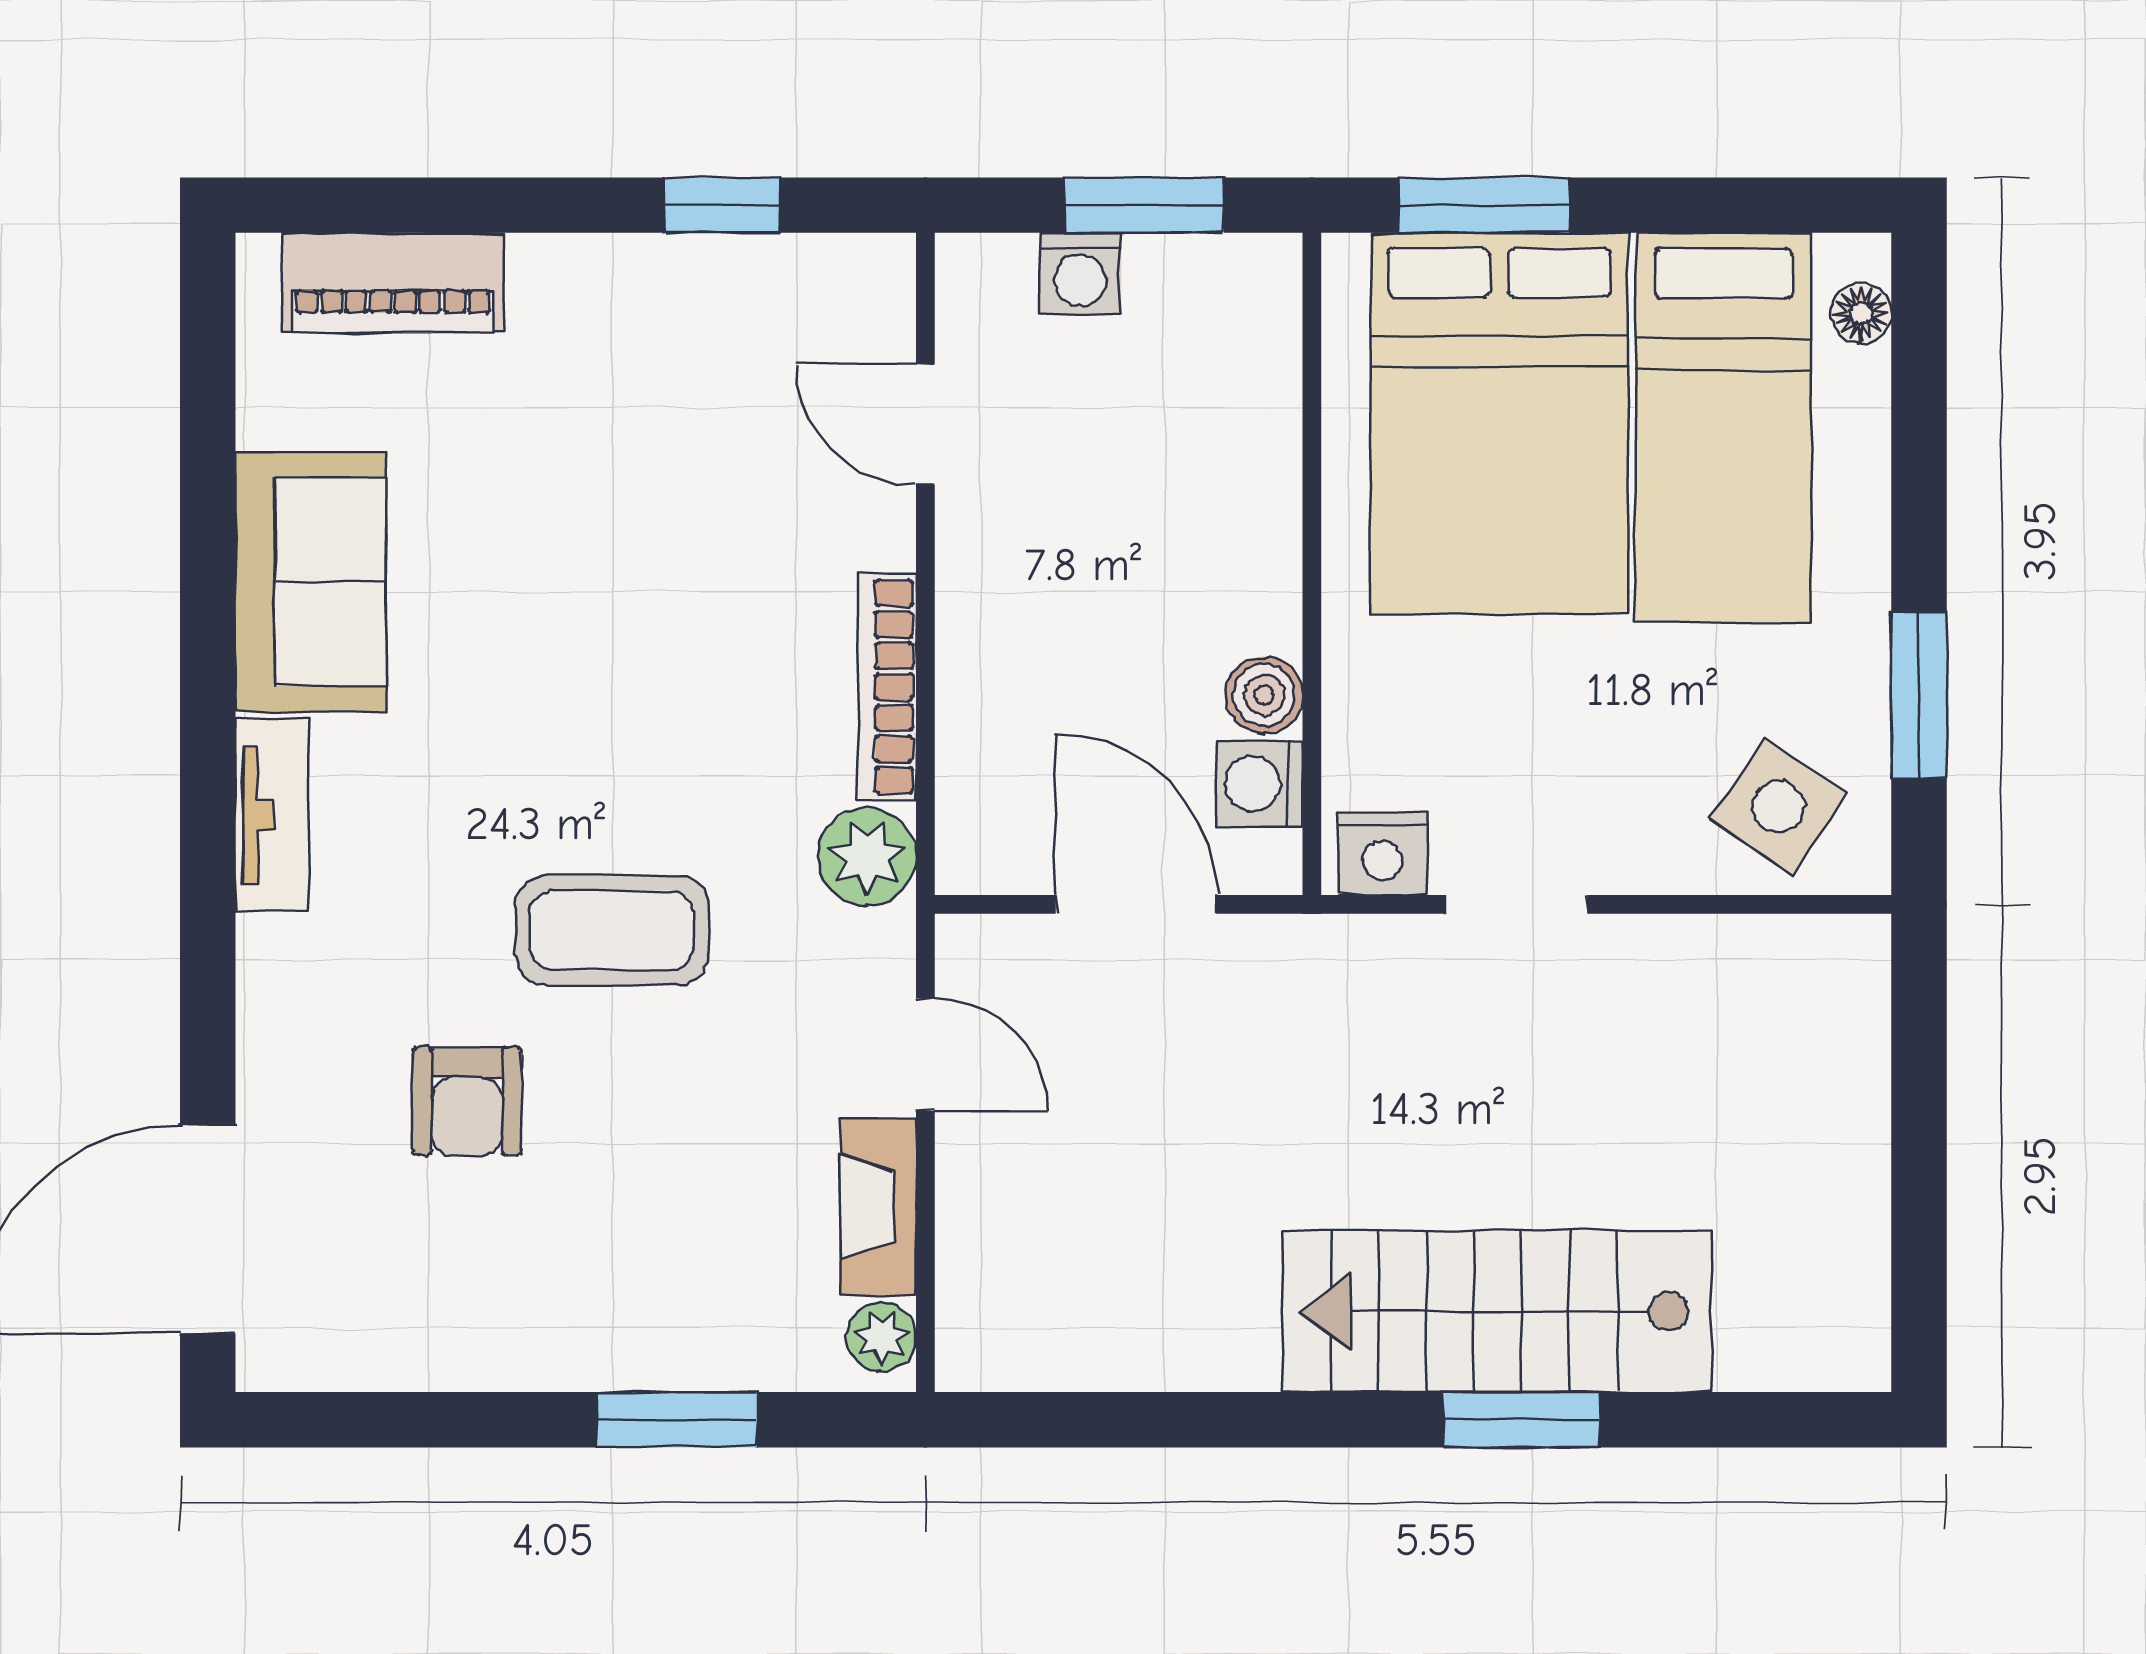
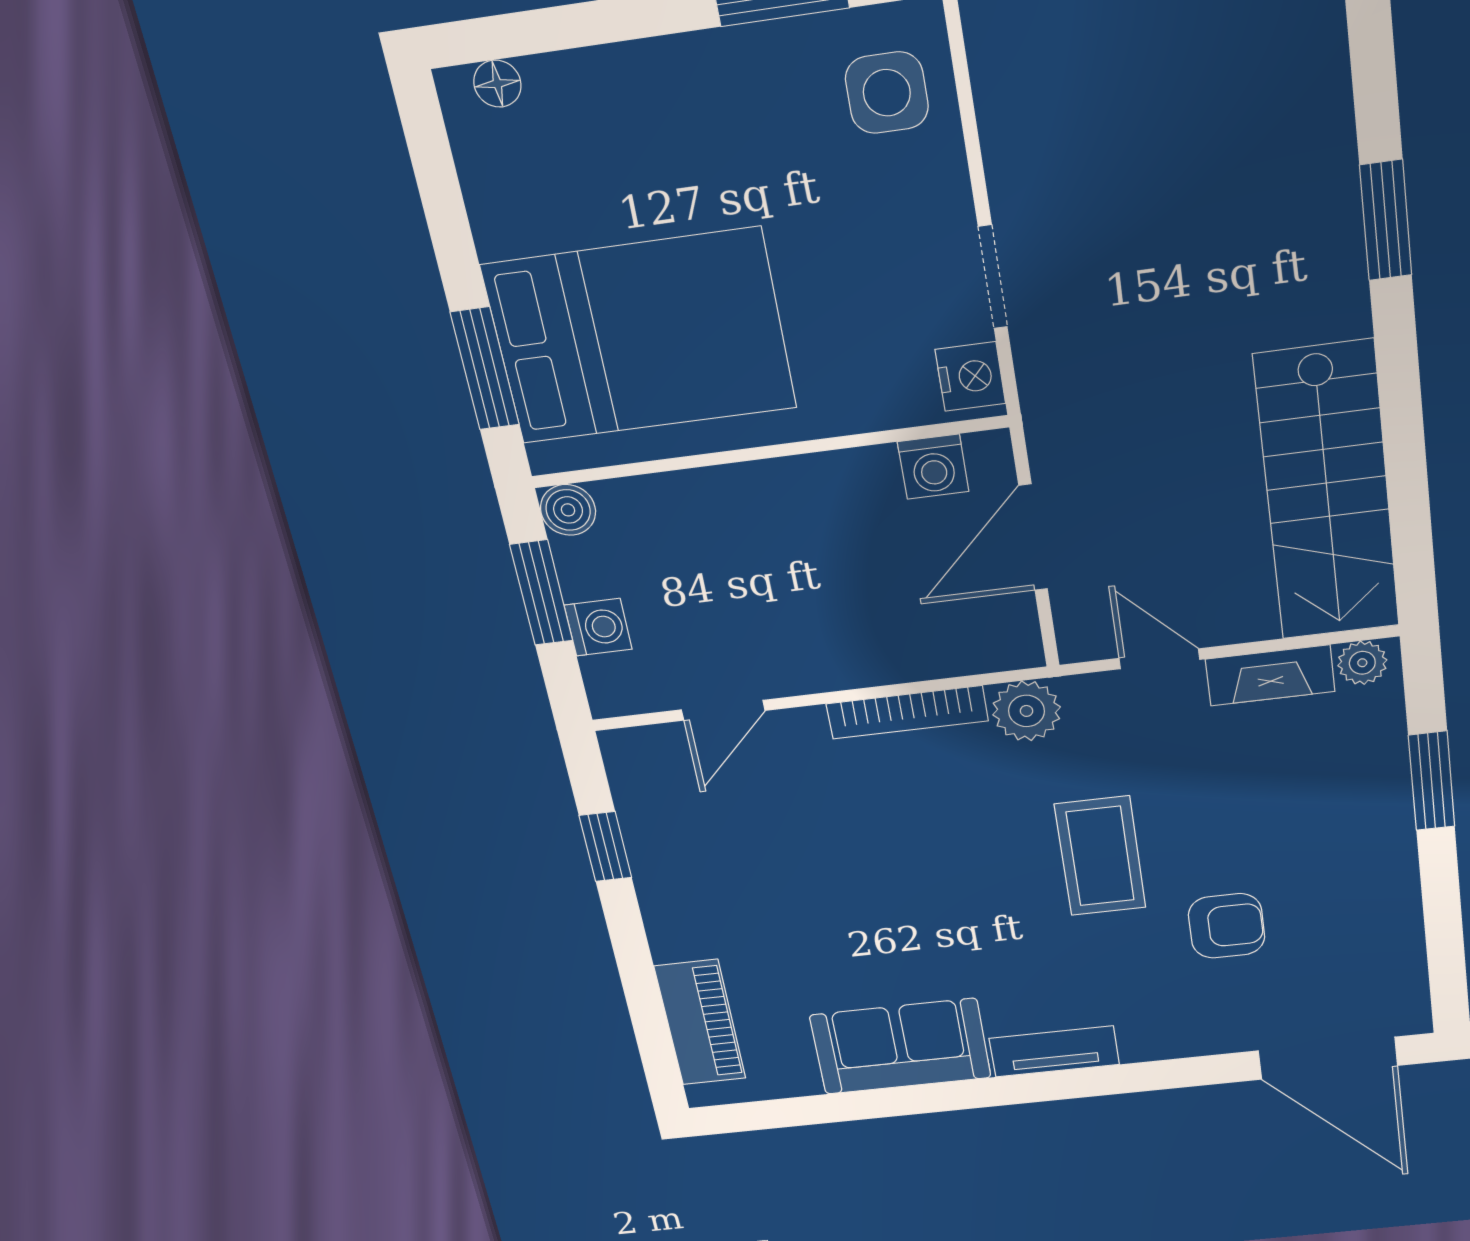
bed: (1723, 428) -> (607, 175), removed
boiler: (1264, 695) -> (568, 510), moved
side table: (1778, 807) -> (887, 93), turned -34
door: (925, 1055) -> (1159, 659), hinge flipped
stairs: (1497, 1311) -> (1327, 493), moved

